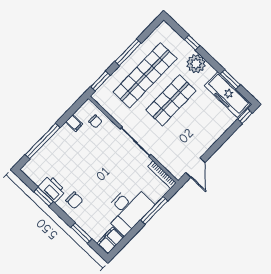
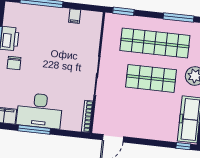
window: (128, 52) -> (178, 17), moved
chair: (95, 121) -> (89, 32), removed
window: (154, 210) -> (34, 130), moved

